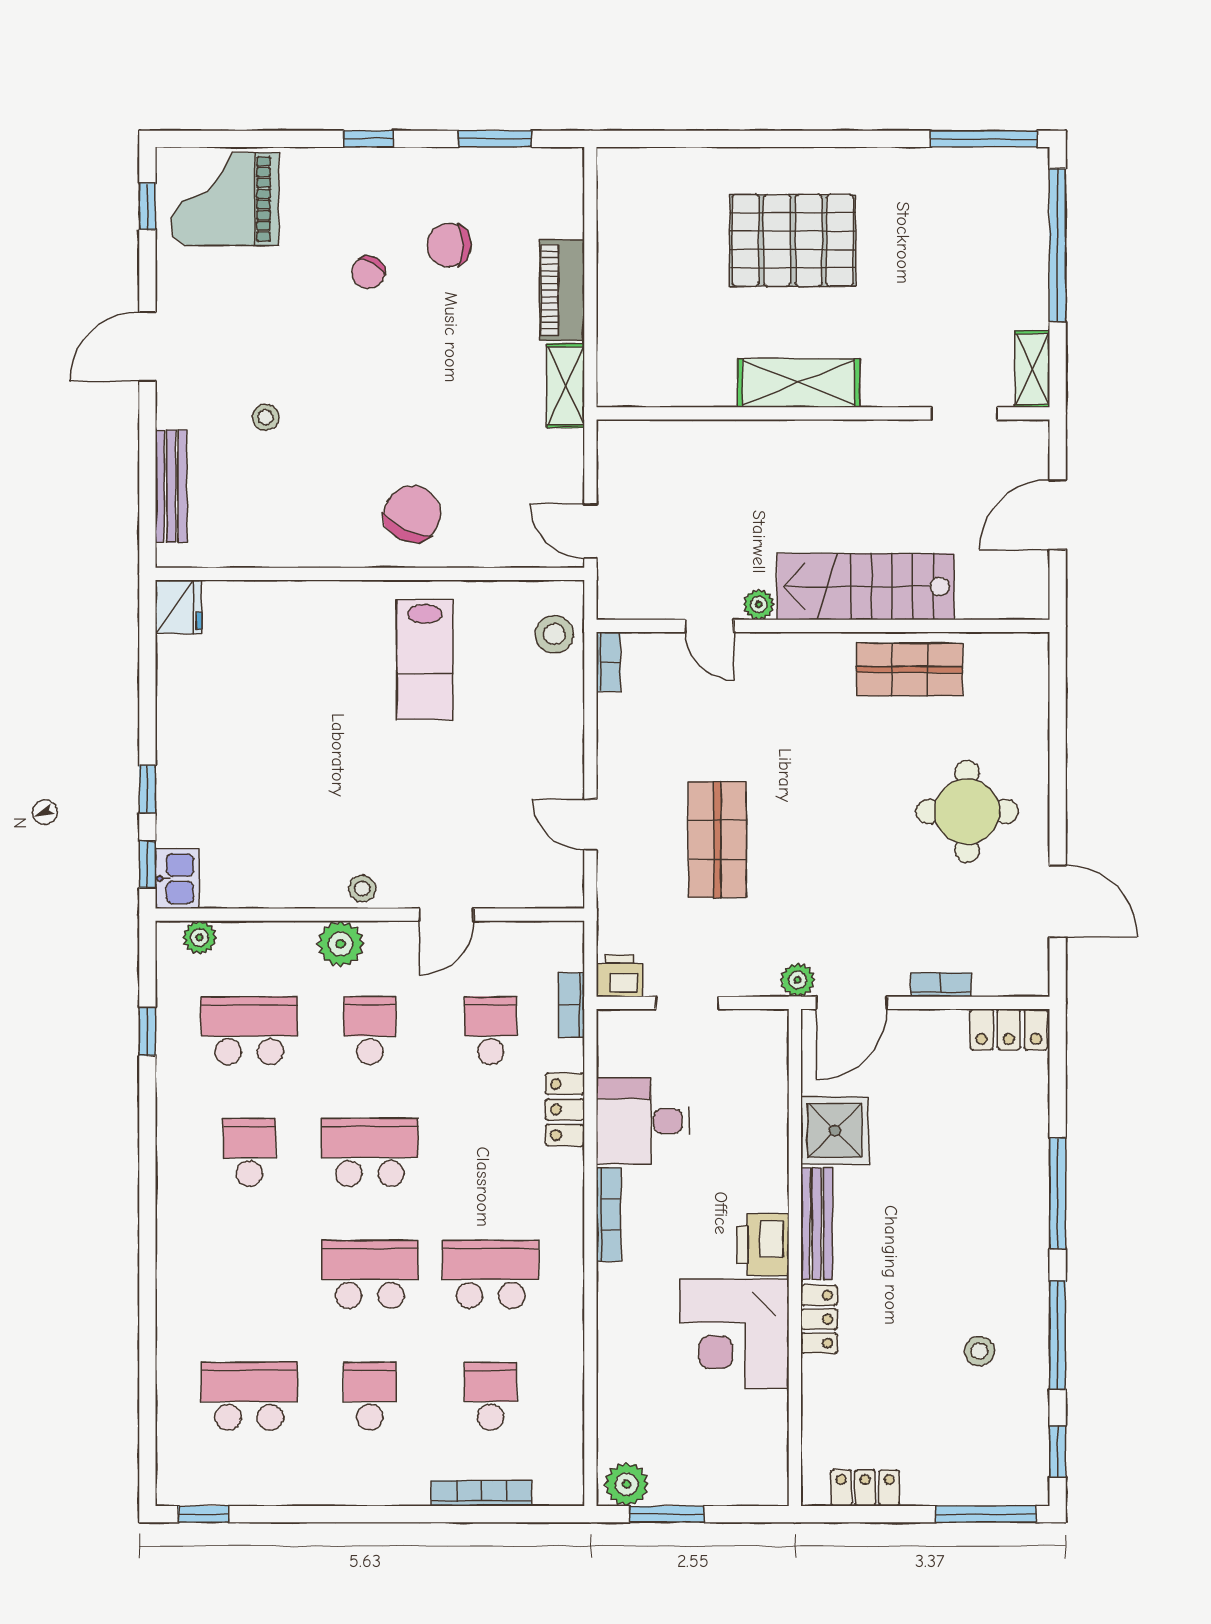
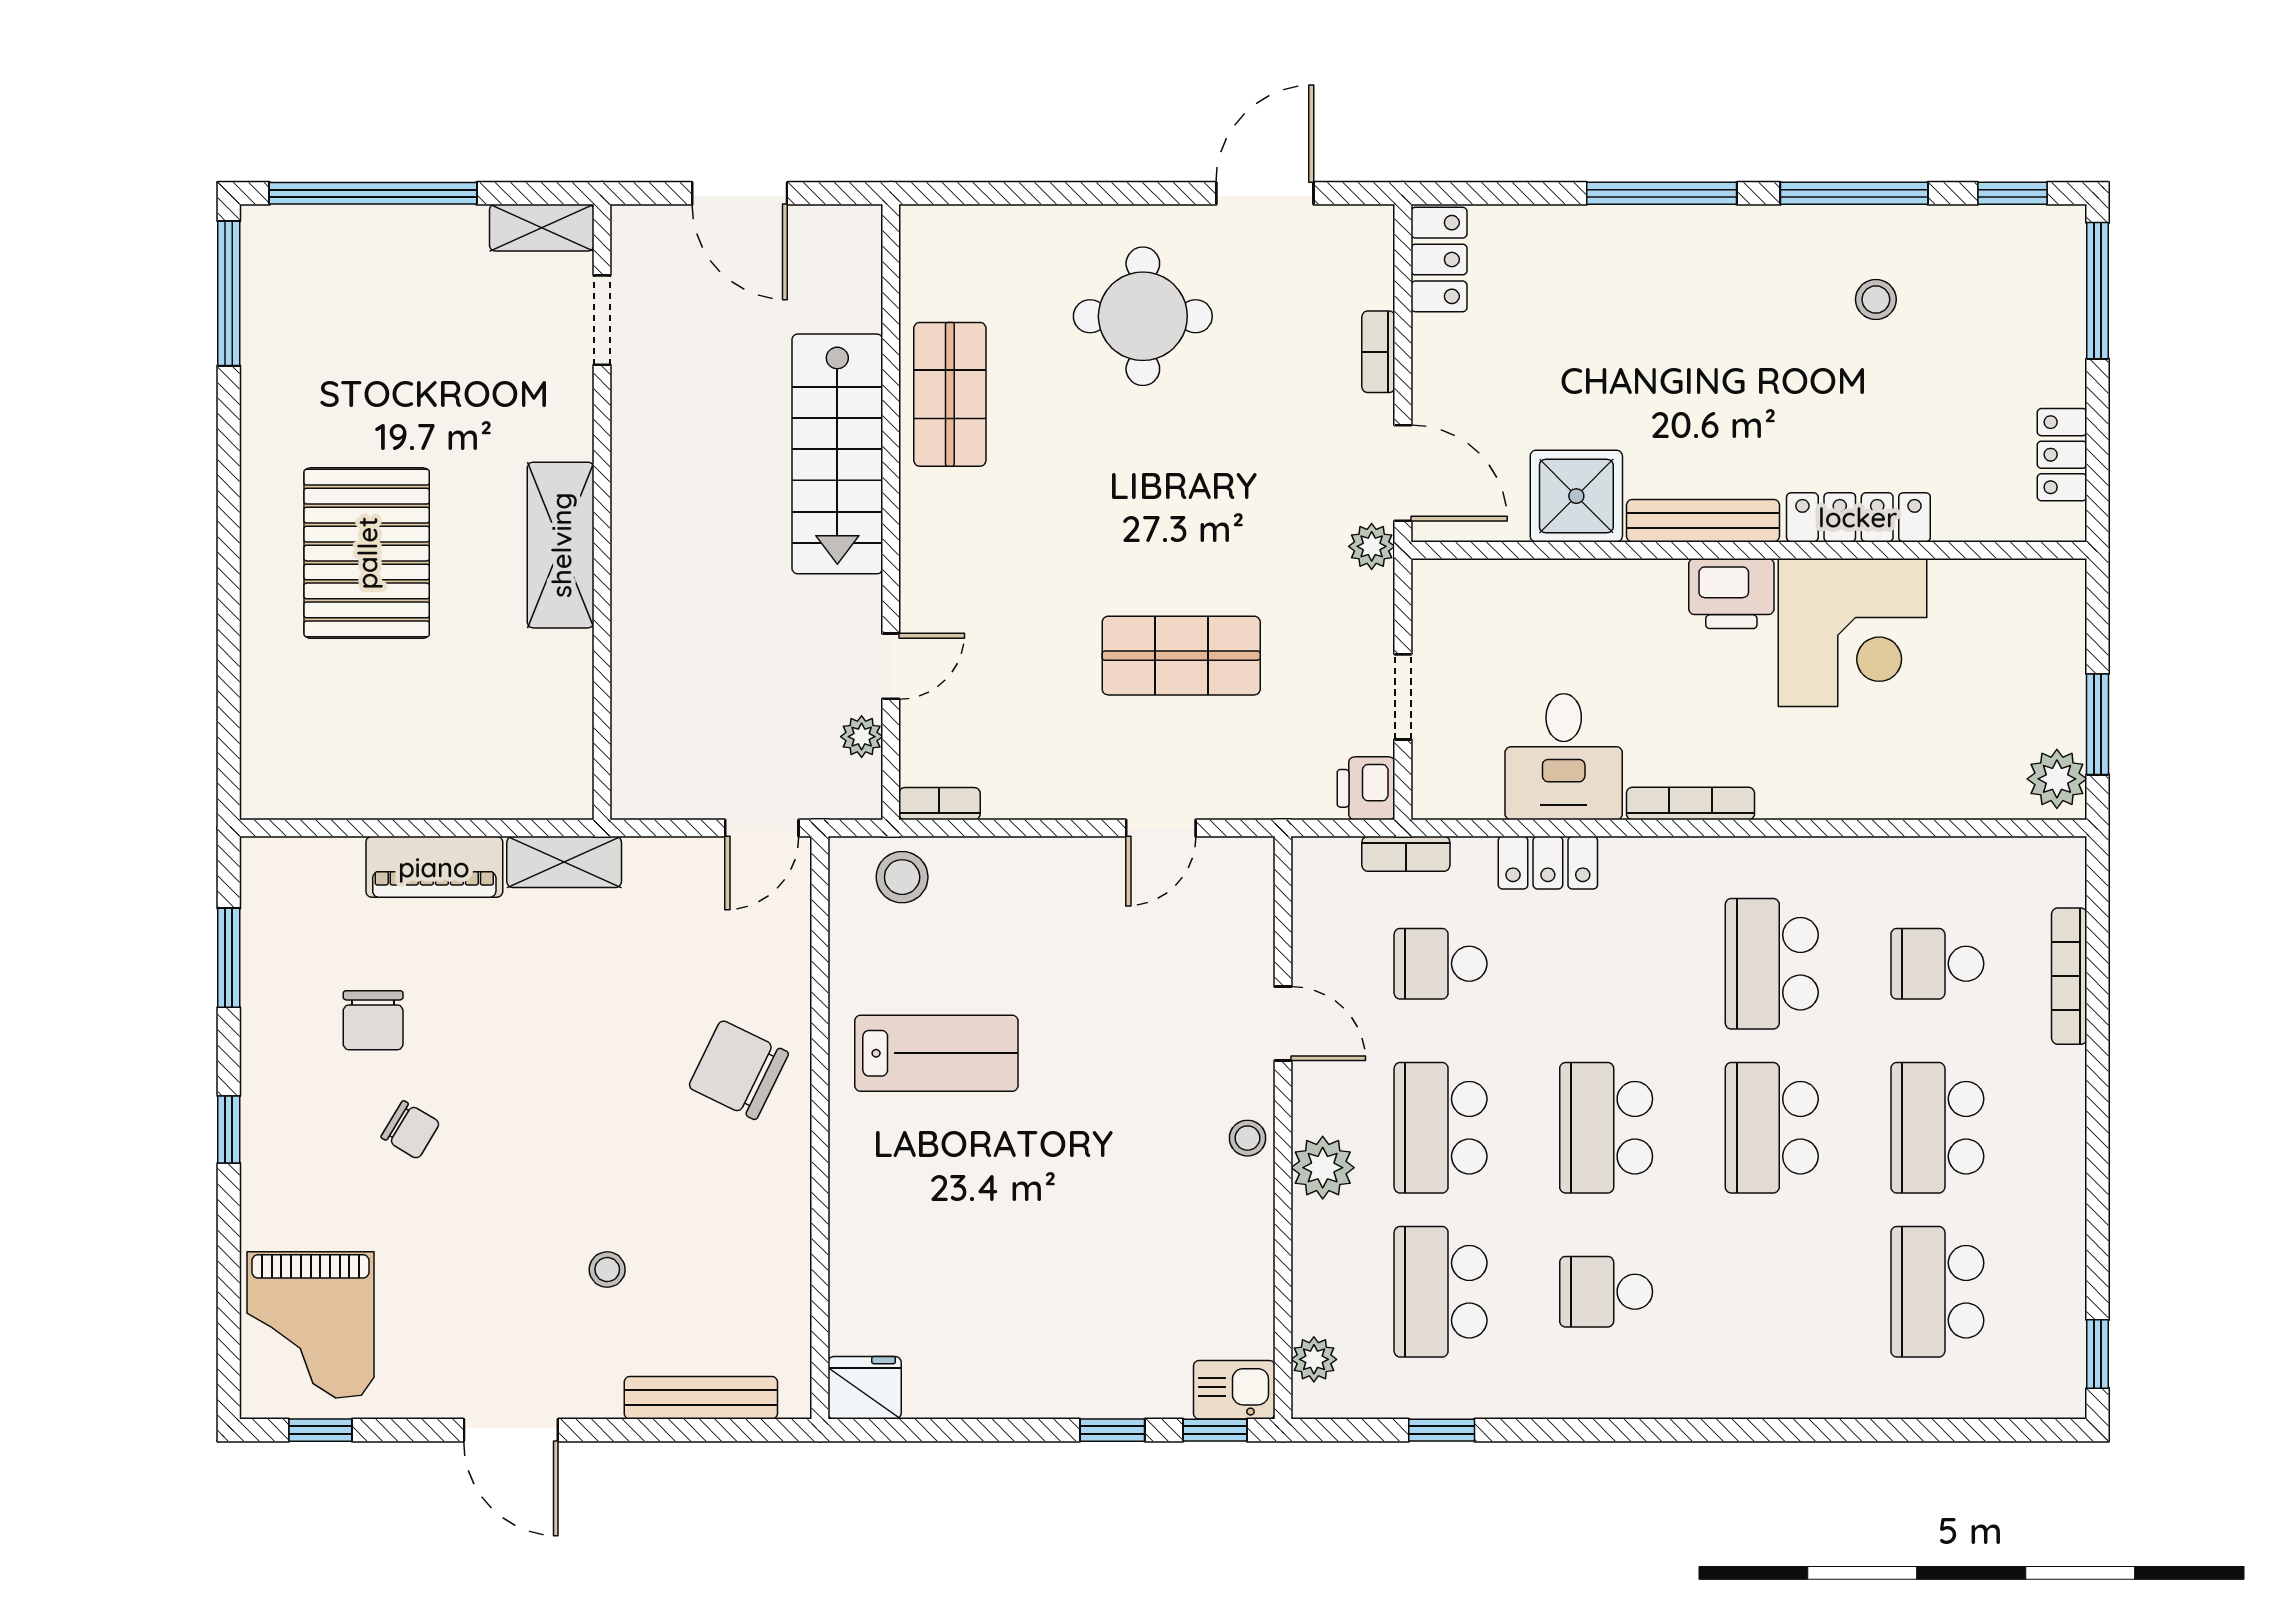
plant: (759, 605) -> (862, 737), moved
school desk: (370, 1031) -> (1441, 1128), width x1.85
locker: (819, 1319) -> (1858, 517), width x1.53
school desk: (370, 1396) -> (1937, 1128), width x1.85

